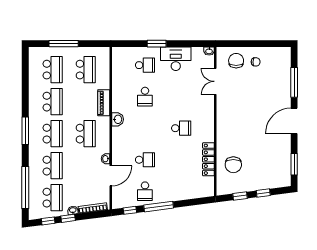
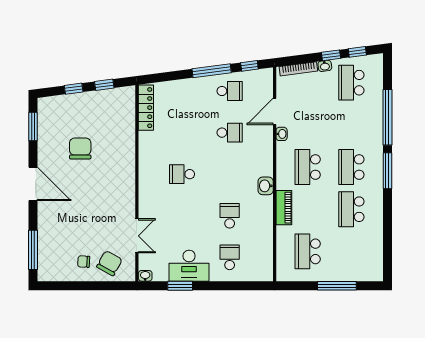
window: (157, 44) -> (180, 286), moved
chair: (236, 61) -> (109, 263), turned -151
school desk: (145, 65) -> (230, 257), turned 90
school desk: (53, 70) -> (351, 251), removed
window: (294, 82) -> (33, 250), moved
door: (294, 121) -> (33, 184), hinge flipped
locker: (208, 159) -> (146, 108), moved
school desk: (145, 160) -> (230, 133), turned 180
chair: (233, 165) -> (80, 148), moved
school desk: (53, 166) -> (351, 125), removed
window: (25, 188) -> (387, 117), moved
school desk: (145, 191) -> (230, 91), turned 90

